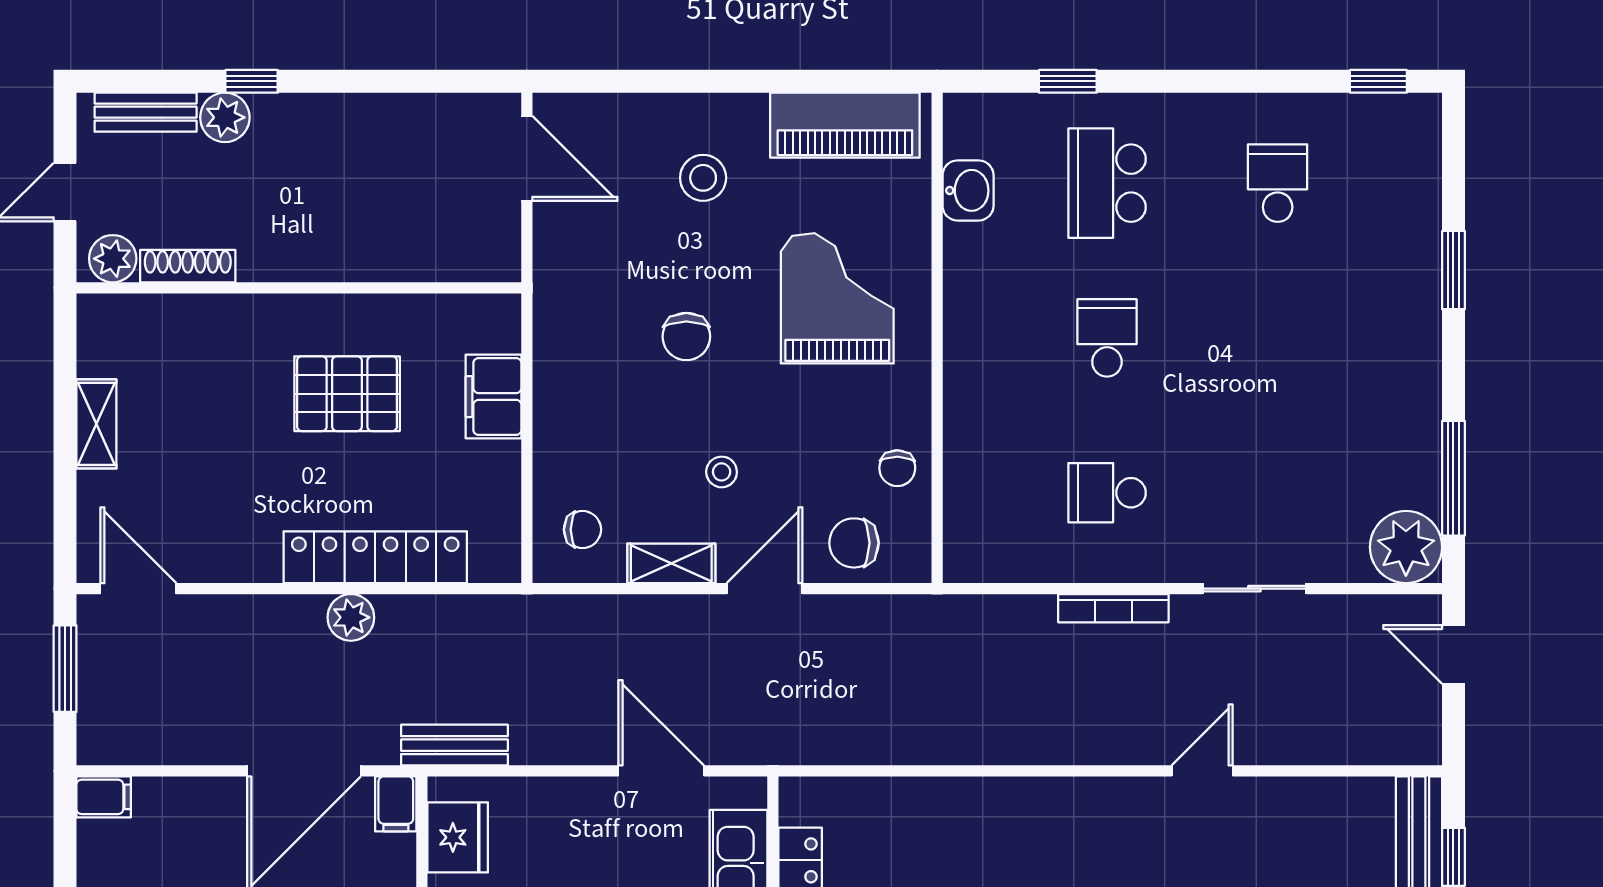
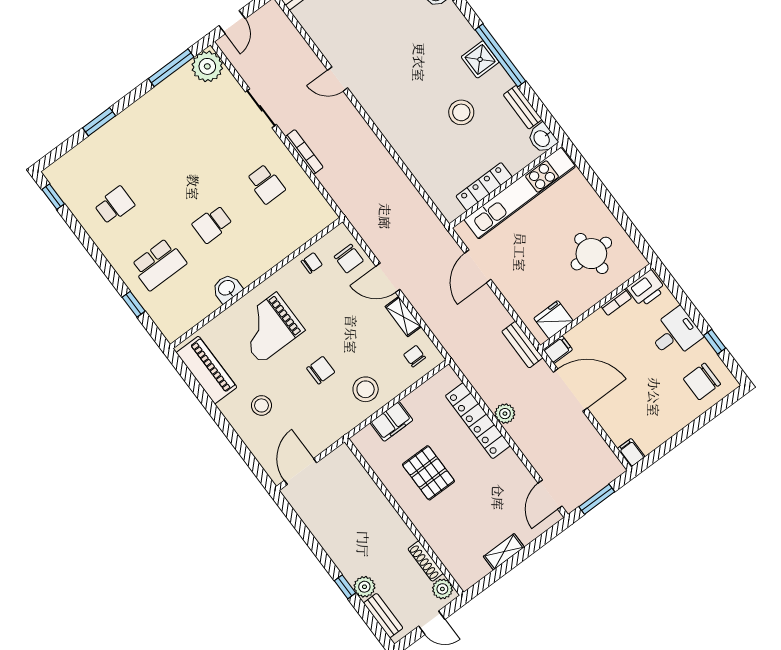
school desk: (1278, 183) -> (114, 205), turned 180
washbasin: (968, 190) -> (227, 288), moved
stool: (722, 472) -> (366, 389), moved, width x1.89, depth x1.89

